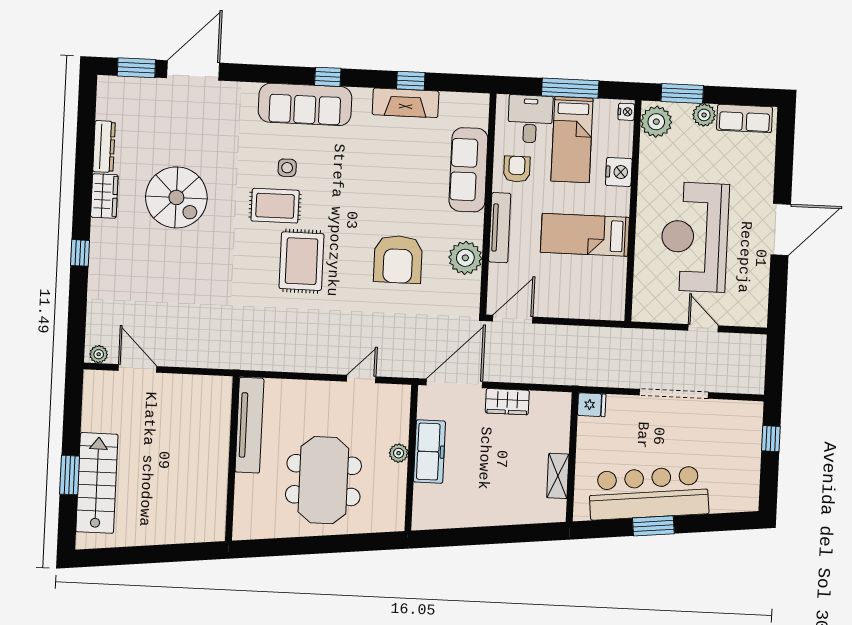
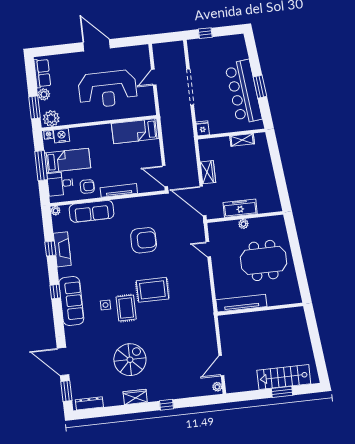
dresser: (104, 146) -> (89, 403), moved
armchair: (517, 169) -> (87, 186), turned 180
nightstand: (619, 172) -> (62, 136), moved
bed: (585, 235) -> (135, 131), moved, turned 90
plant: (465, 258) -> (56, 211), moved, width x0.53, depth x0.53

